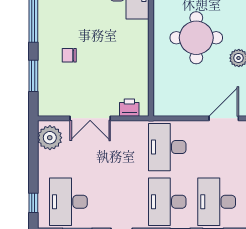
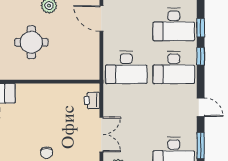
round table: (196, 38) -> (31, 42), width x0.73, depth x0.73

